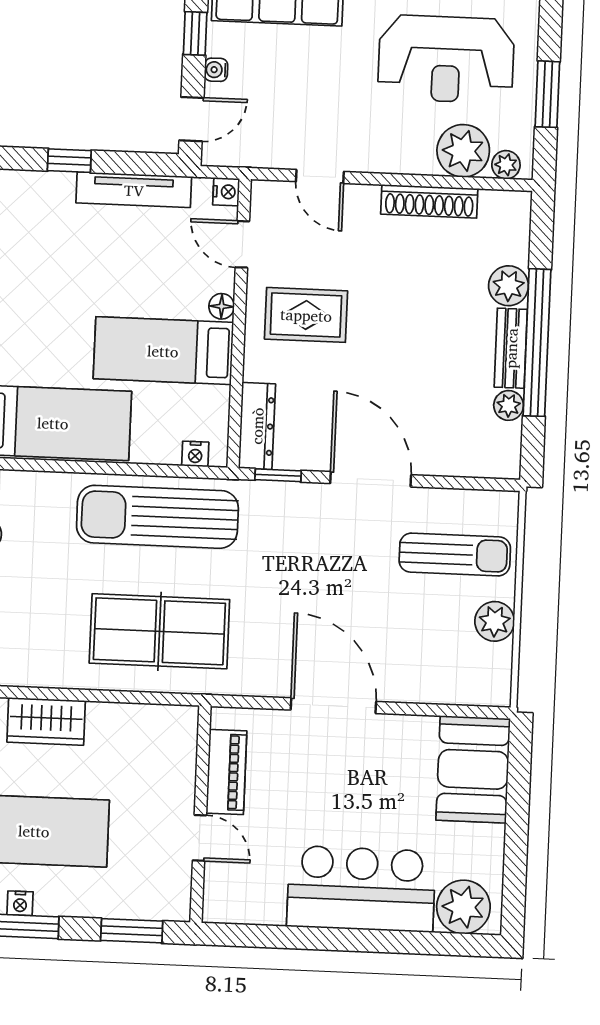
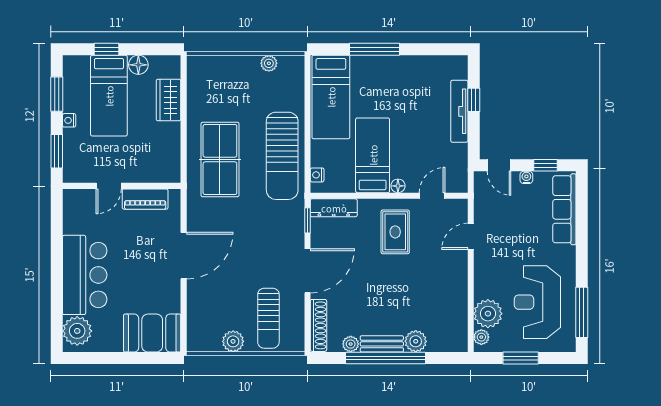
tv unit: (134, 190) -> (459, 111), moved
nightstand: (226, 192) -> (460, 186), removed
shoe rack: (429, 201) -> (318, 325), moved, turned 180
sun lounger: (157, 517) -> (282, 156), turned 180
nightstand: (20, 903) -> (69, 120), moved

